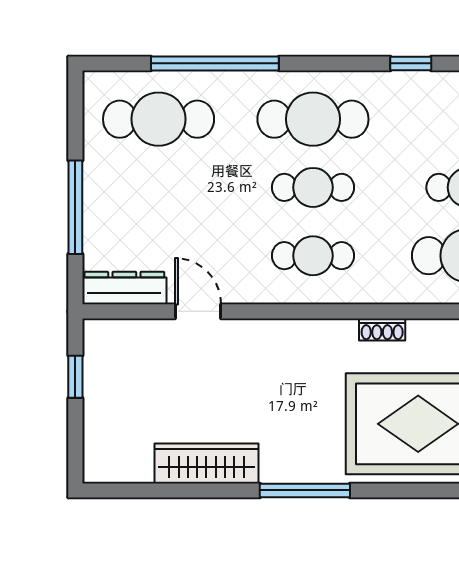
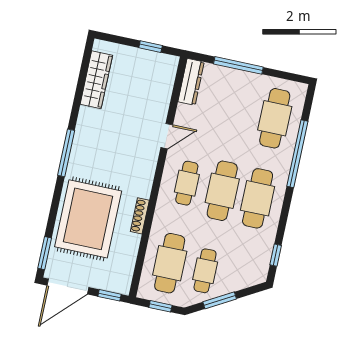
cafe table: (313, 187) -> (222, 191), width x1.37, depth x1.35
door: (198, 311) -> (167, 136), moved
shoe rack: (382, 329) -> (140, 216), width x1.43
wardrobe: (206, 464) -> (96, 80), moved

